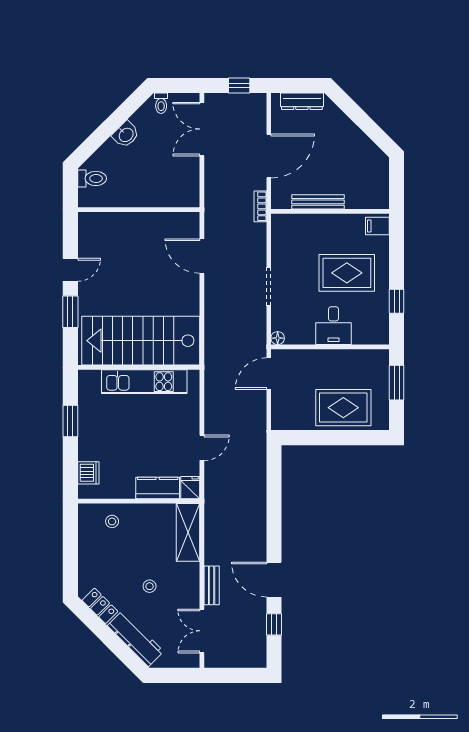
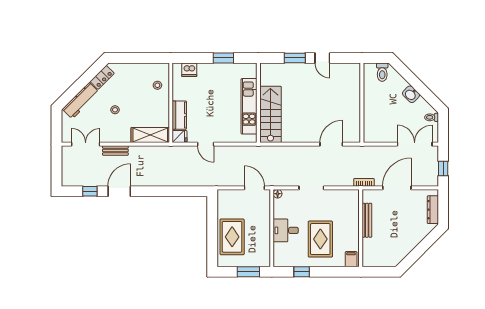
door: (269, 156) -> (397, 188), swing flipped
stairs: (141, 341) -> (270, 114), width x0.73, depth x0.66

